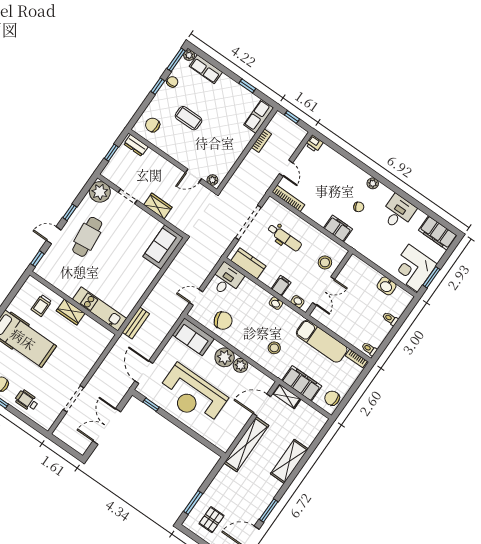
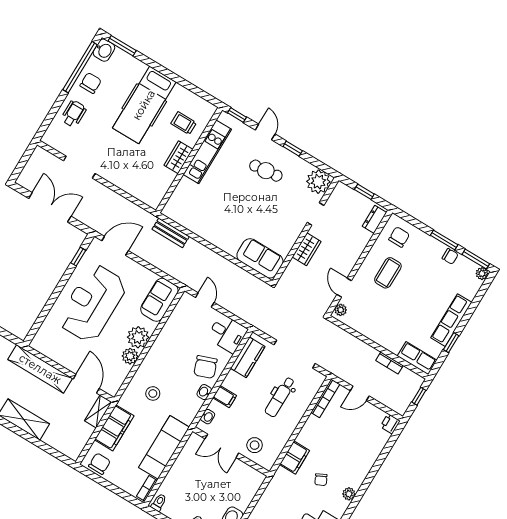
row of seats: (206, 69) -> (451, 320), moved, width x1.48
window: (158, 86) -> (444, 240), width x1.50
coffee table: (189, 118) -> (388, 273), moved
cafe table: (87, 237) -> (266, 171), width x0.73, depth x0.74
kitchen unit: (100, 309) -> (207, 152), moved
chair: (223, 321) -> (205, 367), moved

